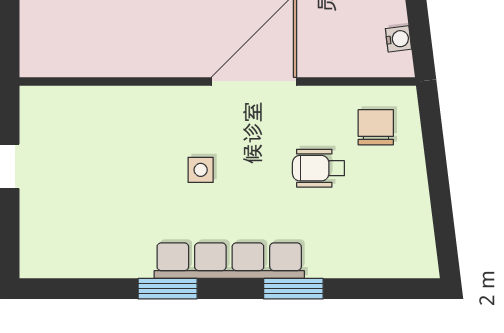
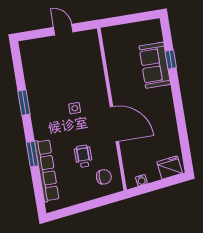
row of seats: (229, 261) -> (47, 170), moved

